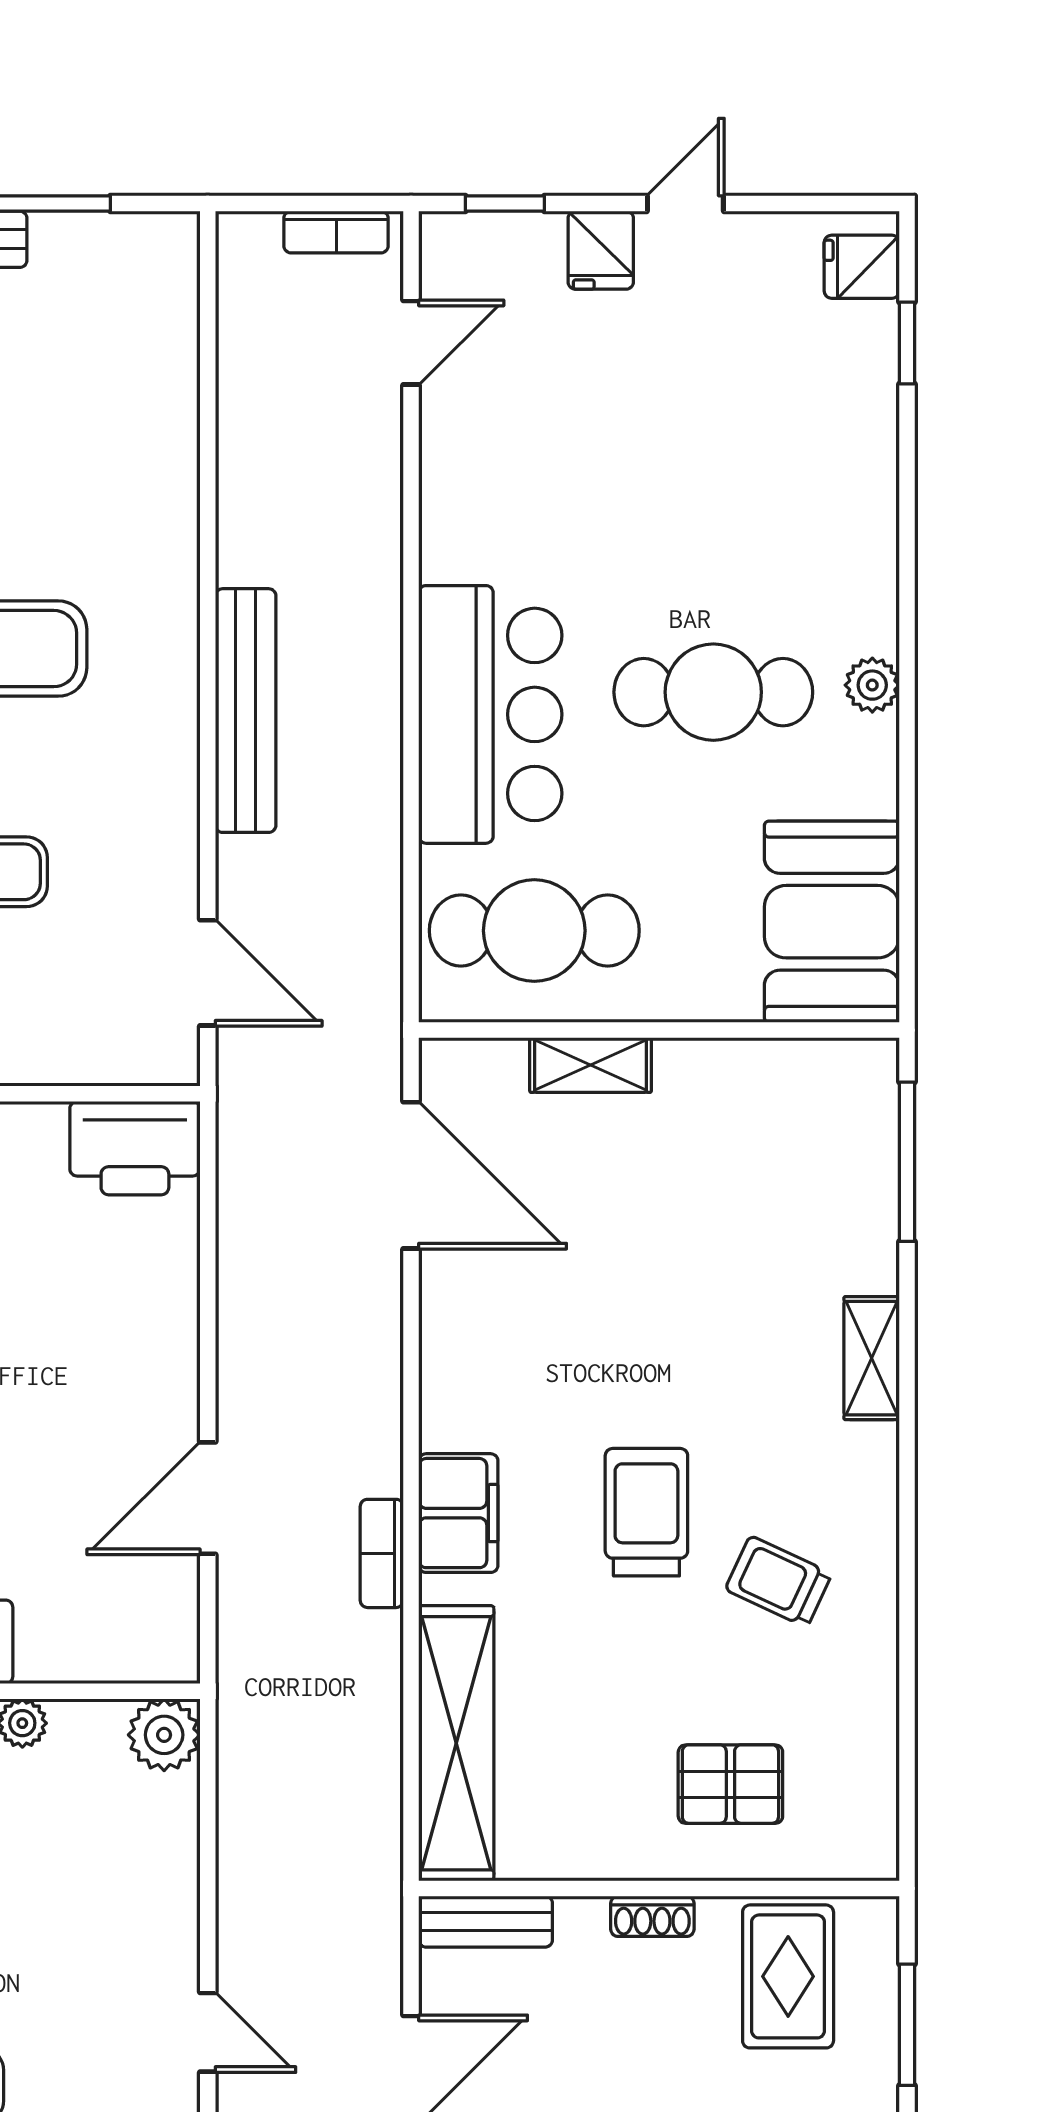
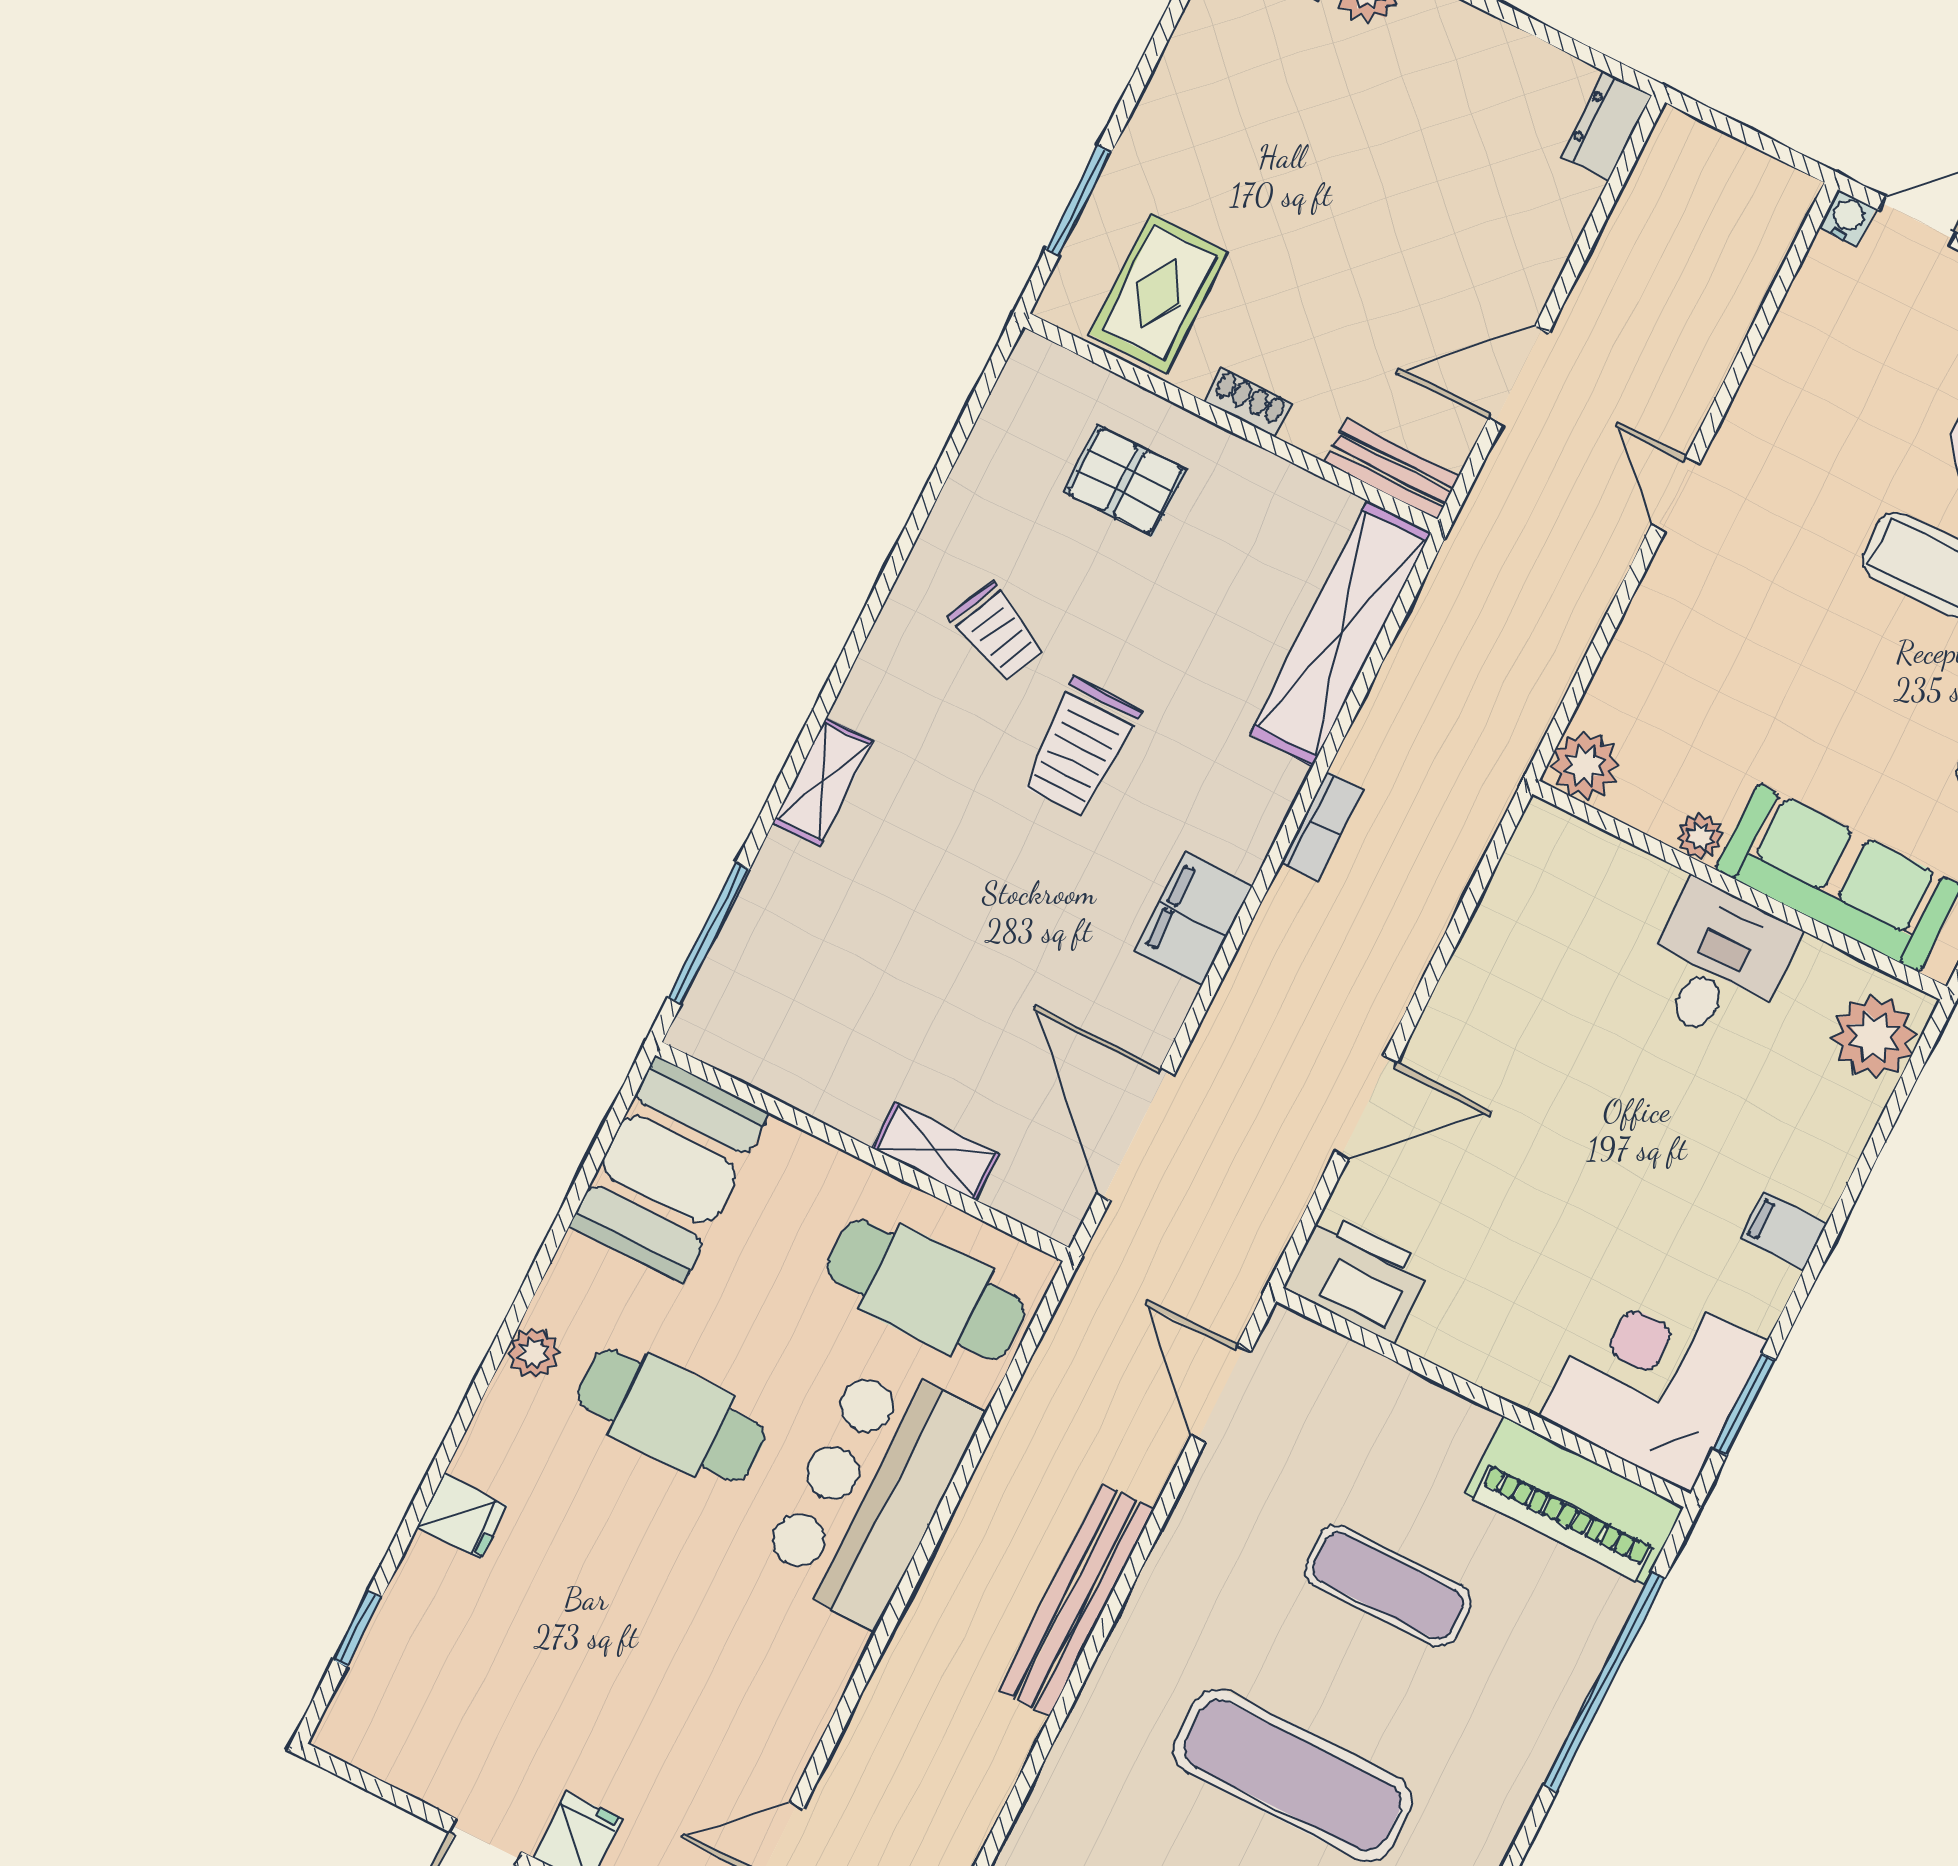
fridge: (862, 267) -> (462, 1516), moved
door: (208, 1498) -> (1366, 1107), moved
filing cabinet: (458, 1513) -> (1194, 919), moved

